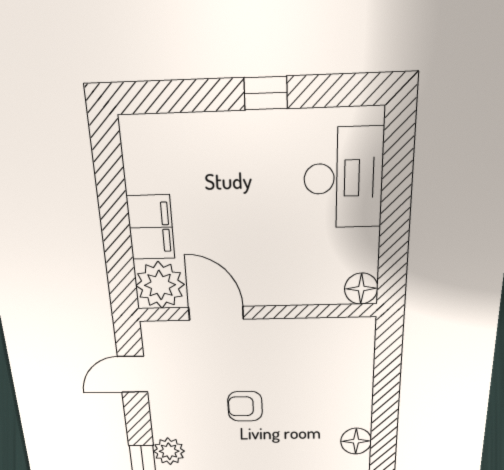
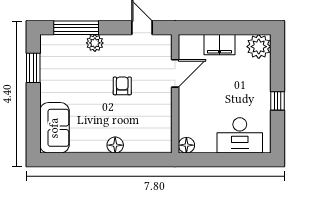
plant: (160, 285) -> (259, 47), moved
floor lamp: (356, 441) -> (115, 145), moved

